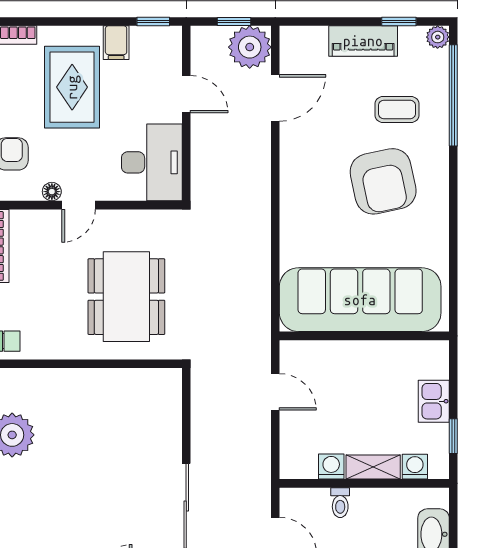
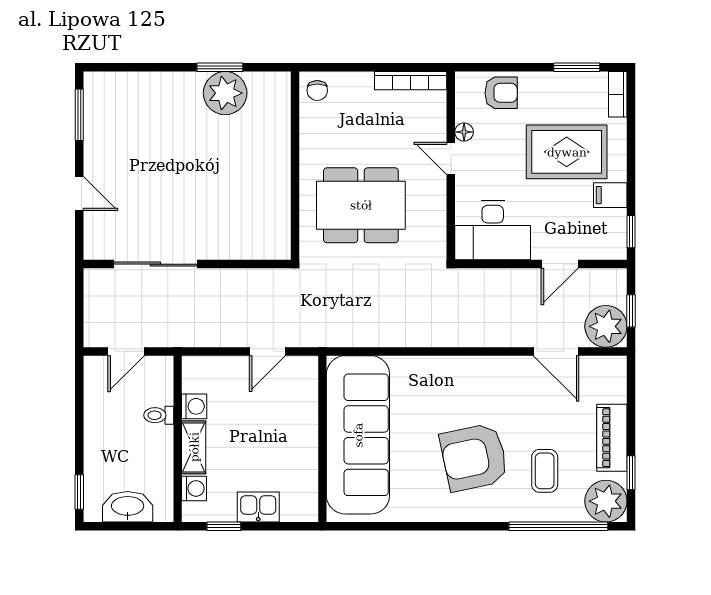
plant: (438, 37) -> (606, 501), width x1.88, depth x1.88

